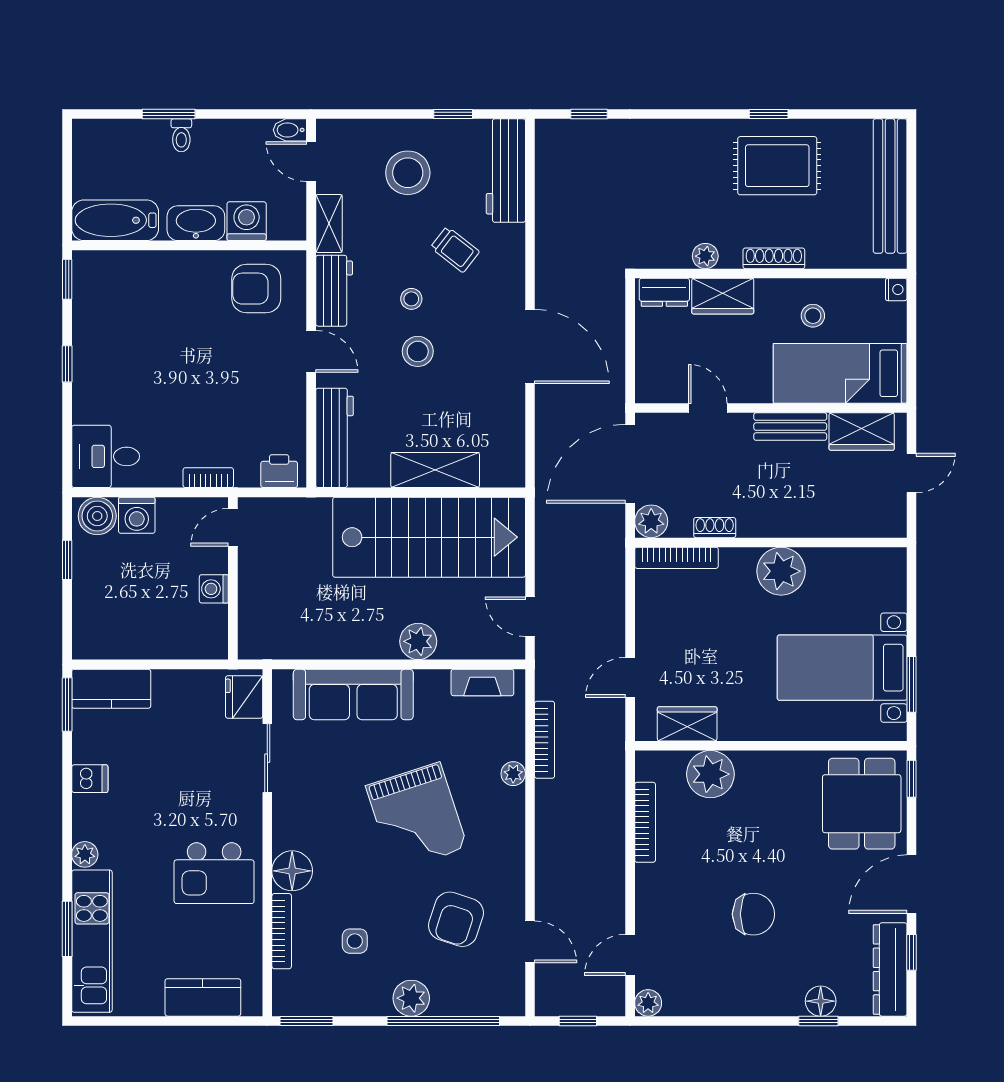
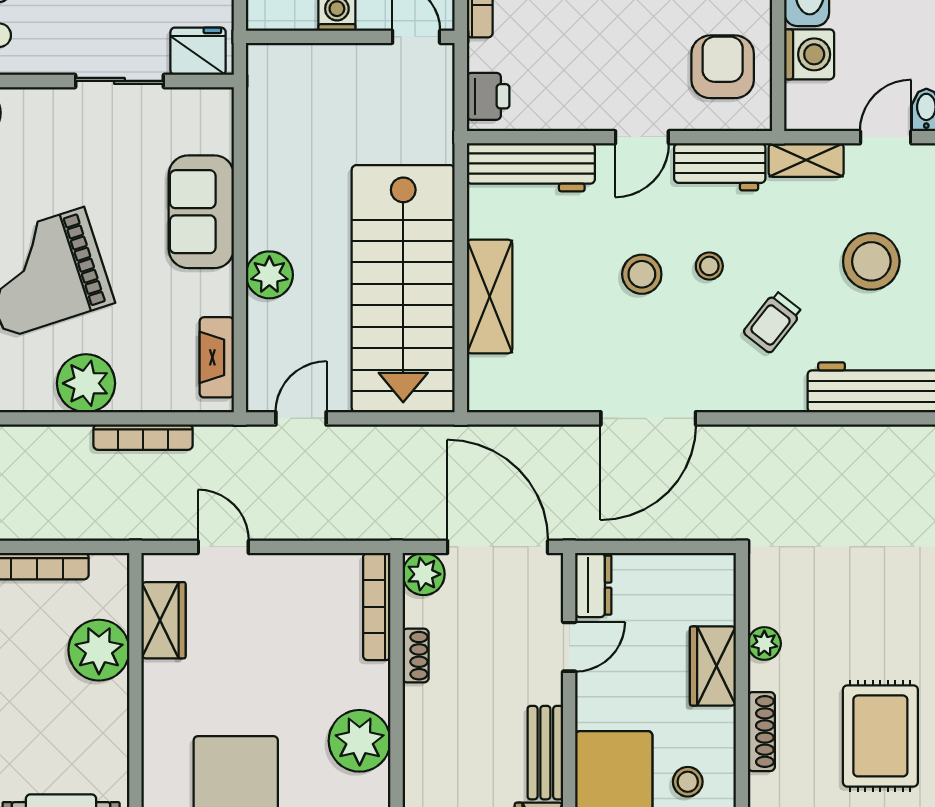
dresser: (664, 292) -> (593, 585), moved, turned 180
sofa: (353, 695) -> (201, 212), width x0.73
plant: (513, 774) -> (86, 383), width x1.87, depth x1.87

